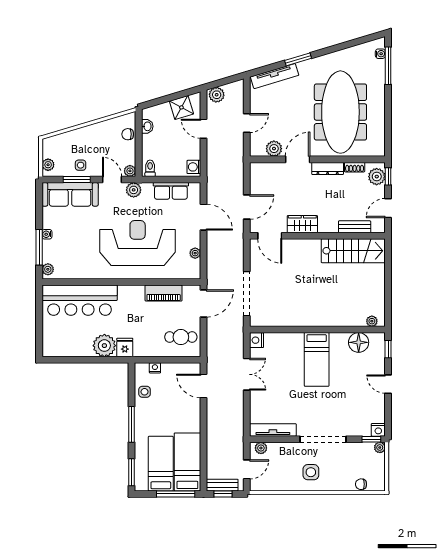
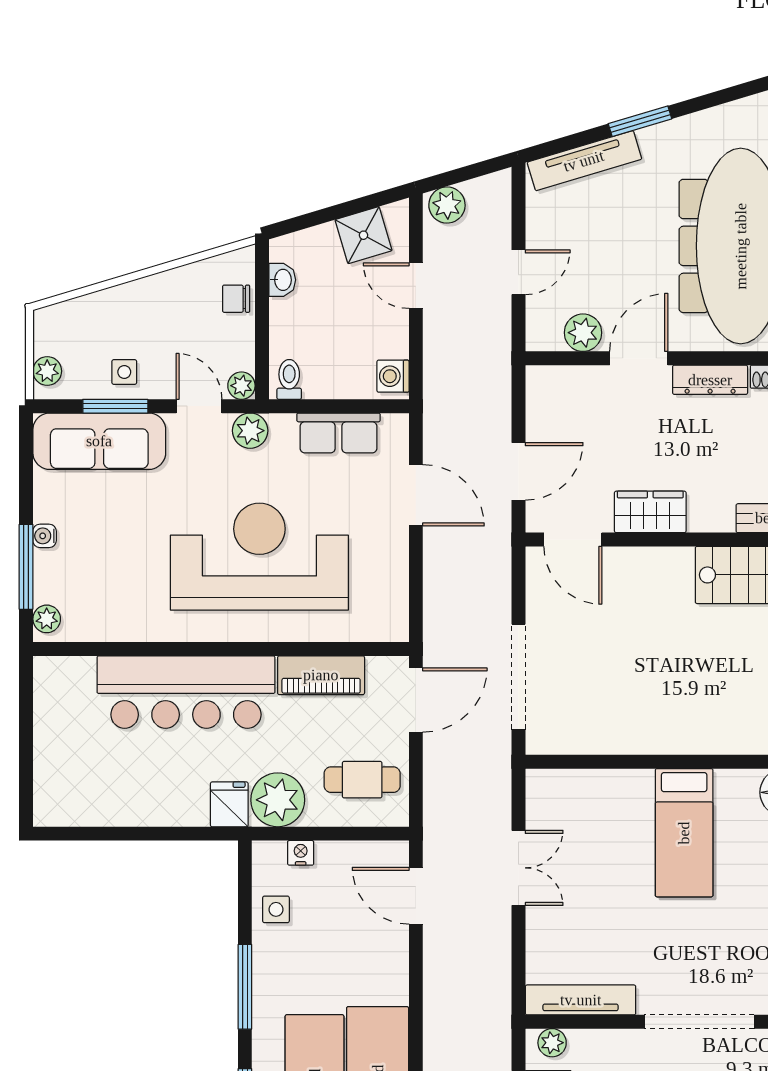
plant: (195, 253) -> (396, 581), removed
bar counter: (80, 300) -> (186, 692), moved
nightstand: (257, 340) -> (542, 787), removed
plant: (104, 346) -> (278, 800), moved

